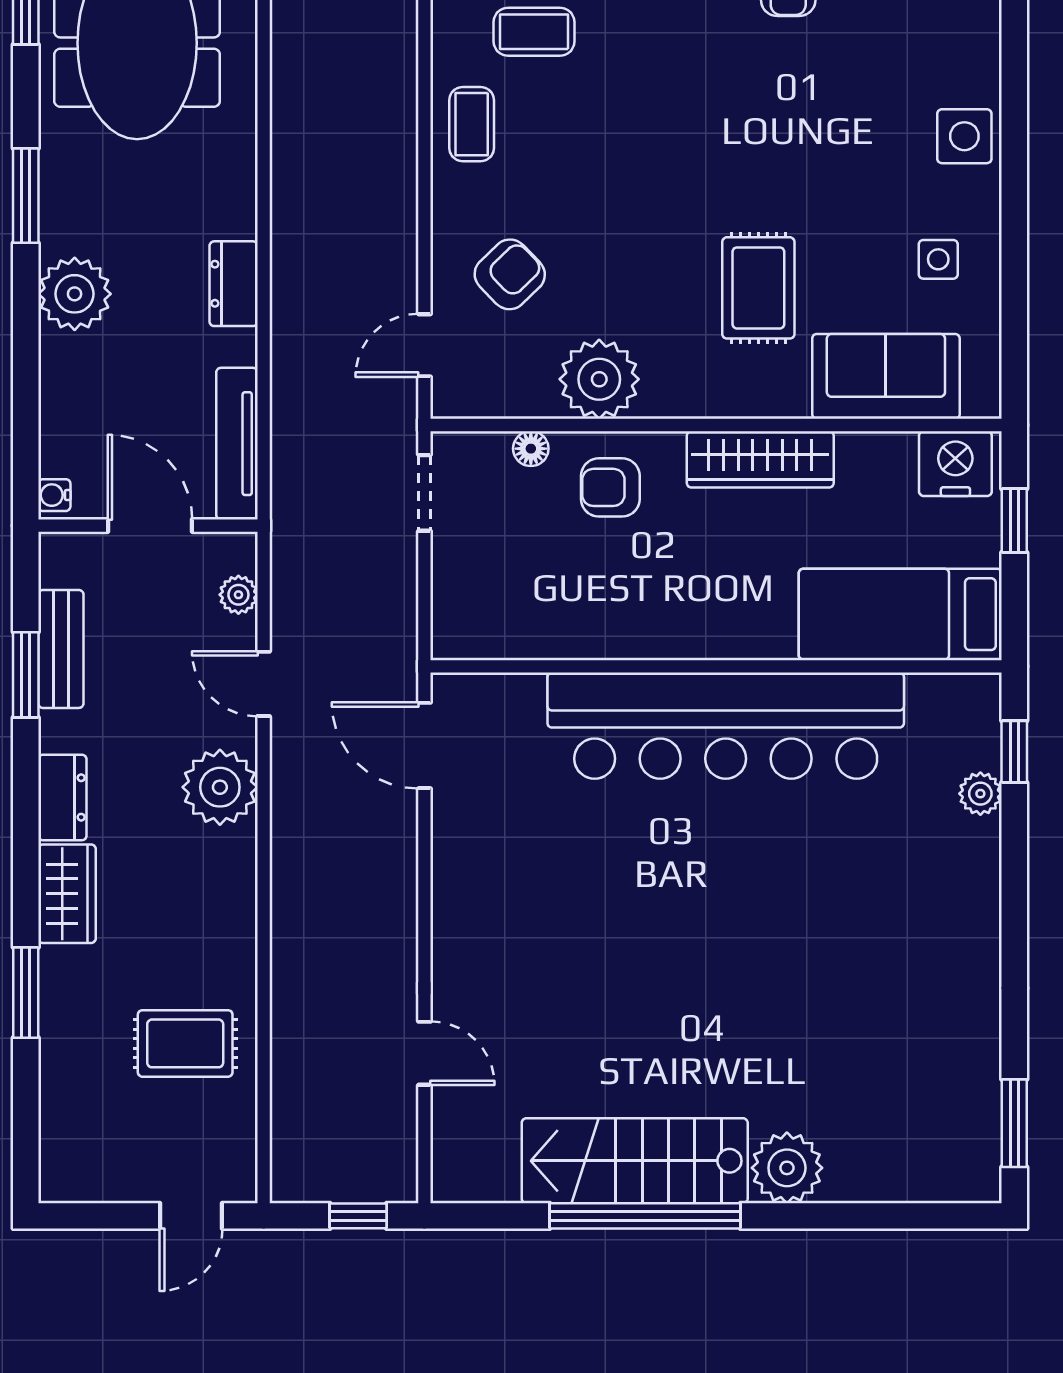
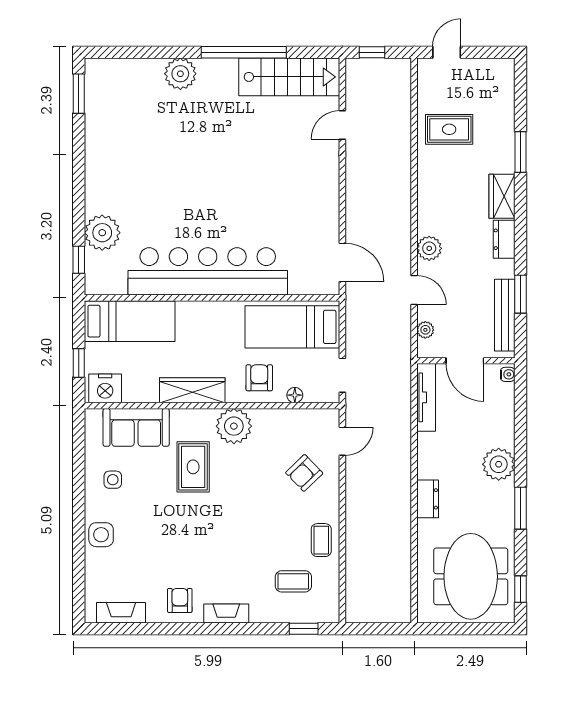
dresser: (234, 284) -> (428, 499), moved
plant: (599, 379) -> (234, 426), moved
armchair: (610, 487) -> (259, 378), turned -90
bed: (536, 601) -> (292, 327), added
bench: (61, 649) -> (505, 315), width x1.36
plant: (220, 787) -> (429, 248), width x0.73, depth x0.73
plant: (980, 794) -> (102, 233), width x1.88, depth x1.88
door: (424, 1053) -> (342, 125), hinge flipped
stairs: (635, 1161) -> (289, 77), moved

